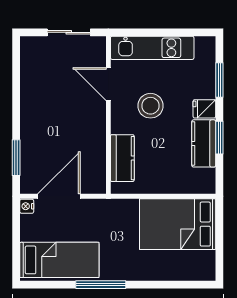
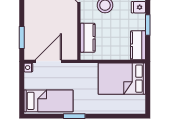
kitchen counter: (204, 143) -> (138, 45), moved
window: (101, 285) -> (74, 116), width x0.69

